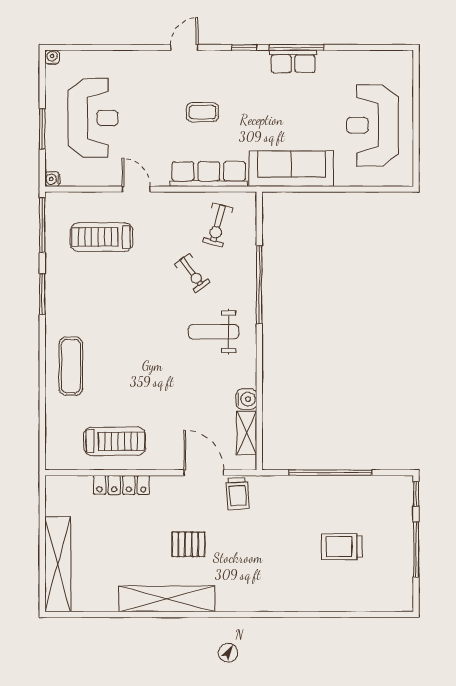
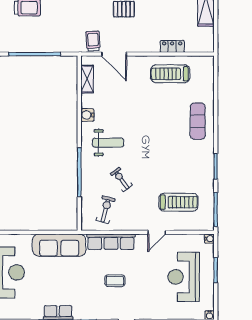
door: (136, 189) -> (157, 232), hinge flipped
water cooler: (246, 399) -> (87, 115), moved
locker: (121, 485) -> (172, 46), width x0.66

